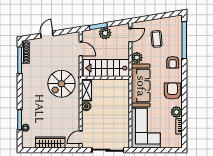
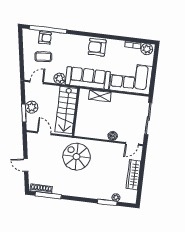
door: (130, 35) -> (37, 82), hinge flipped
door: (81, 49) -> (44, 133), hinge flipped
armchair: (173, 62) -> (45, 38), moved
spiral stairs: (61, 84) -> (76, 157), turned 180
shelving: (87, 90) -> (100, 96), moved
boiler: (86, 106) -> (113, 136), moved
plant: (176, 112) -> (147, 49), moved
door: (81, 137) -> (132, 144), hinge flipped

